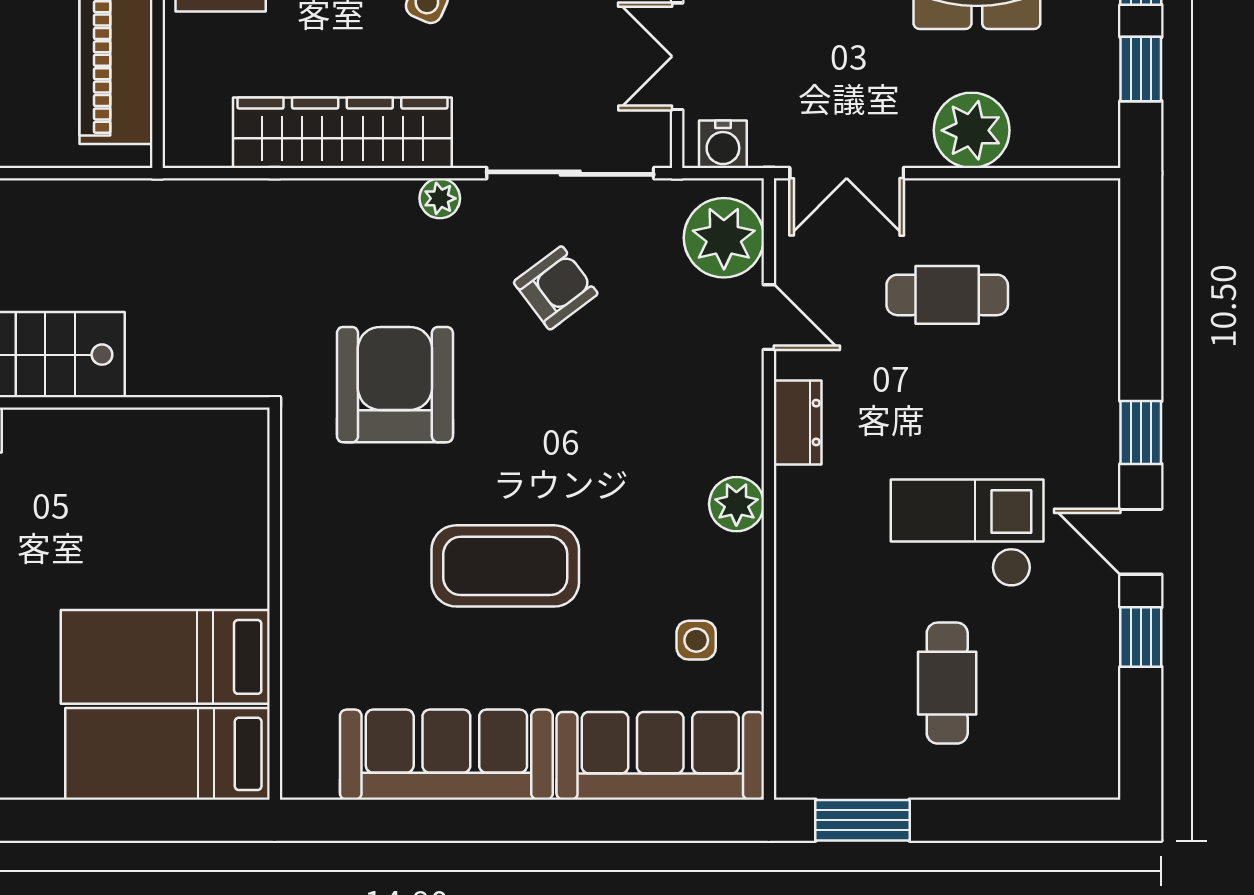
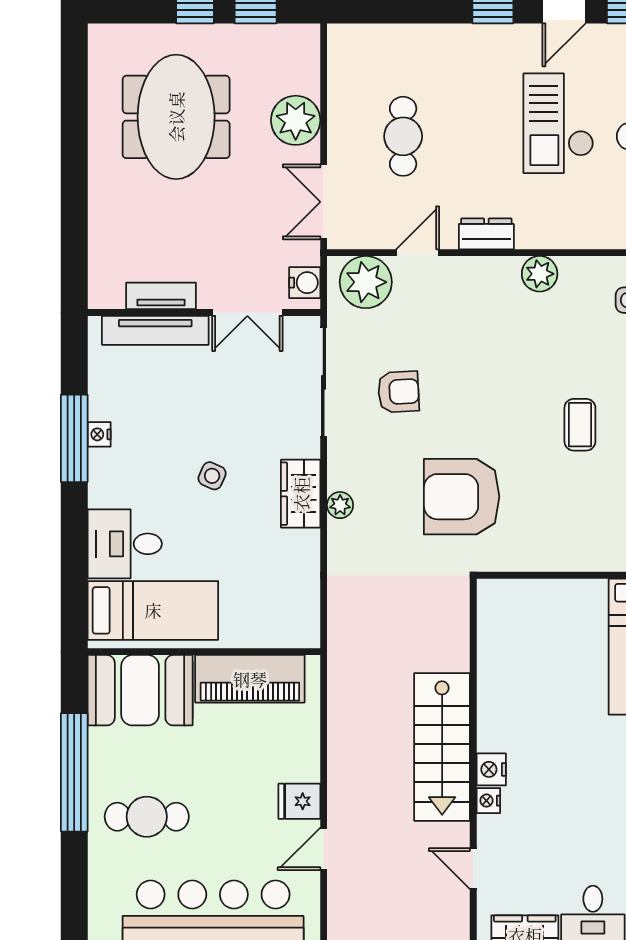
wardrobe: (342, 133) -> (301, 494), width x0.48, depth x0.85
double door: (847, 173) -> (324, 202), swing flipped
plant: (440, 198) -> (340, 505), moved
armchair: (556, 288) -> (398, 392), turned 124
coffee table: (505, 566) -> (580, 425), width x0.54, depth x0.58

